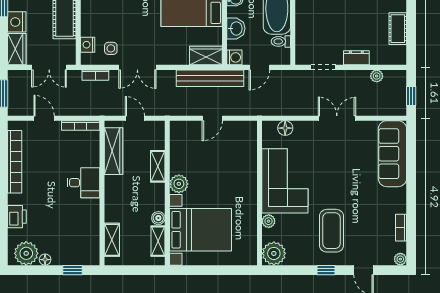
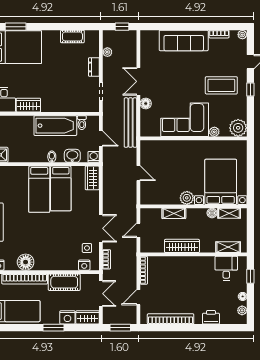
bench: (210, 78) -> (131, 123), moved
floor lamp: (285, 128) -> (146, 104), moved
wardrobe: (114, 151) -> (182, 246), moved
sofa: (392, 154) -> (184, 40), moved
desk: (83, 183) -> (226, 268), moved
plant: (26, 253) -> (242, 310), width x0.53, depth x0.53

